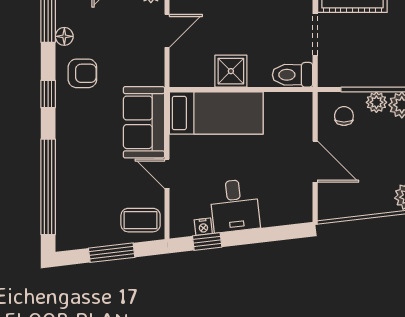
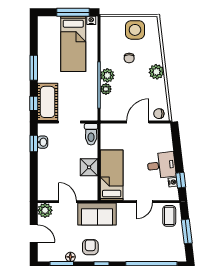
chair: (344, 116) -> (159, 114), moved
sofa: (144, 122) -> (97, 214), moved

